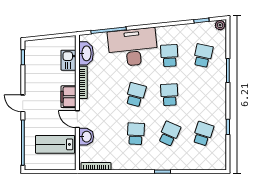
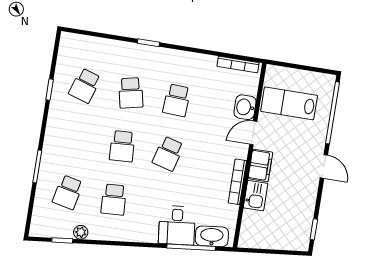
plant: (220, 25) -> (81, 232), moved
desk: (133, 47) -> (177, 225), width x0.53, depth x0.77
washbasin: (86, 53) -> (212, 236), moved, turned 84
kitchen sink: (68, 60) -> (256, 196), moved
door: (77, 119) -> (253, 133), swing flipped
school desk: (169, 134) -> (131, 93), turned -36
lab bench: (55, 144) -> (289, 103), turned 180

